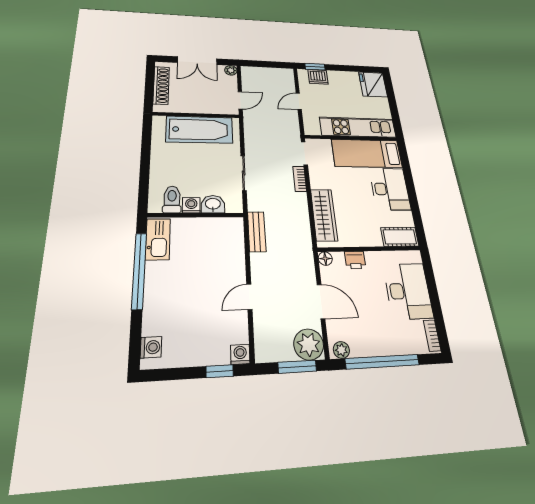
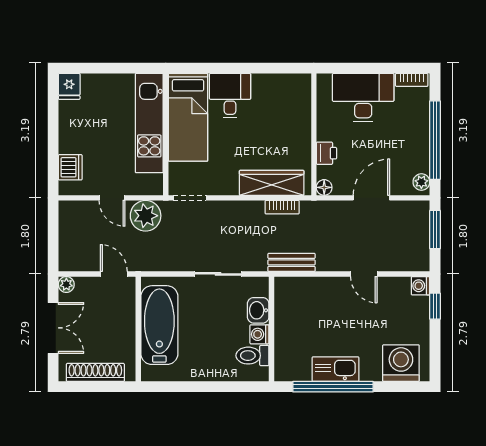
window: (315, 67) -> (53, 170), removed
fridge: (373, 84) -> (69, 86), width x0.53, depth x0.75
bookcase: (300, 179) -> (282, 207), moved
desk: (390, 189) -> (230, 96), width x0.73
cot: (400, 237) -> (300, 95), removed
kitchen sink: (158, 239) -> (335, 369), moved
plant: (309, 344) -> (146, 216), moved
washing machine: (151, 347) -> (401, 363), width x1.89, depth x1.89

